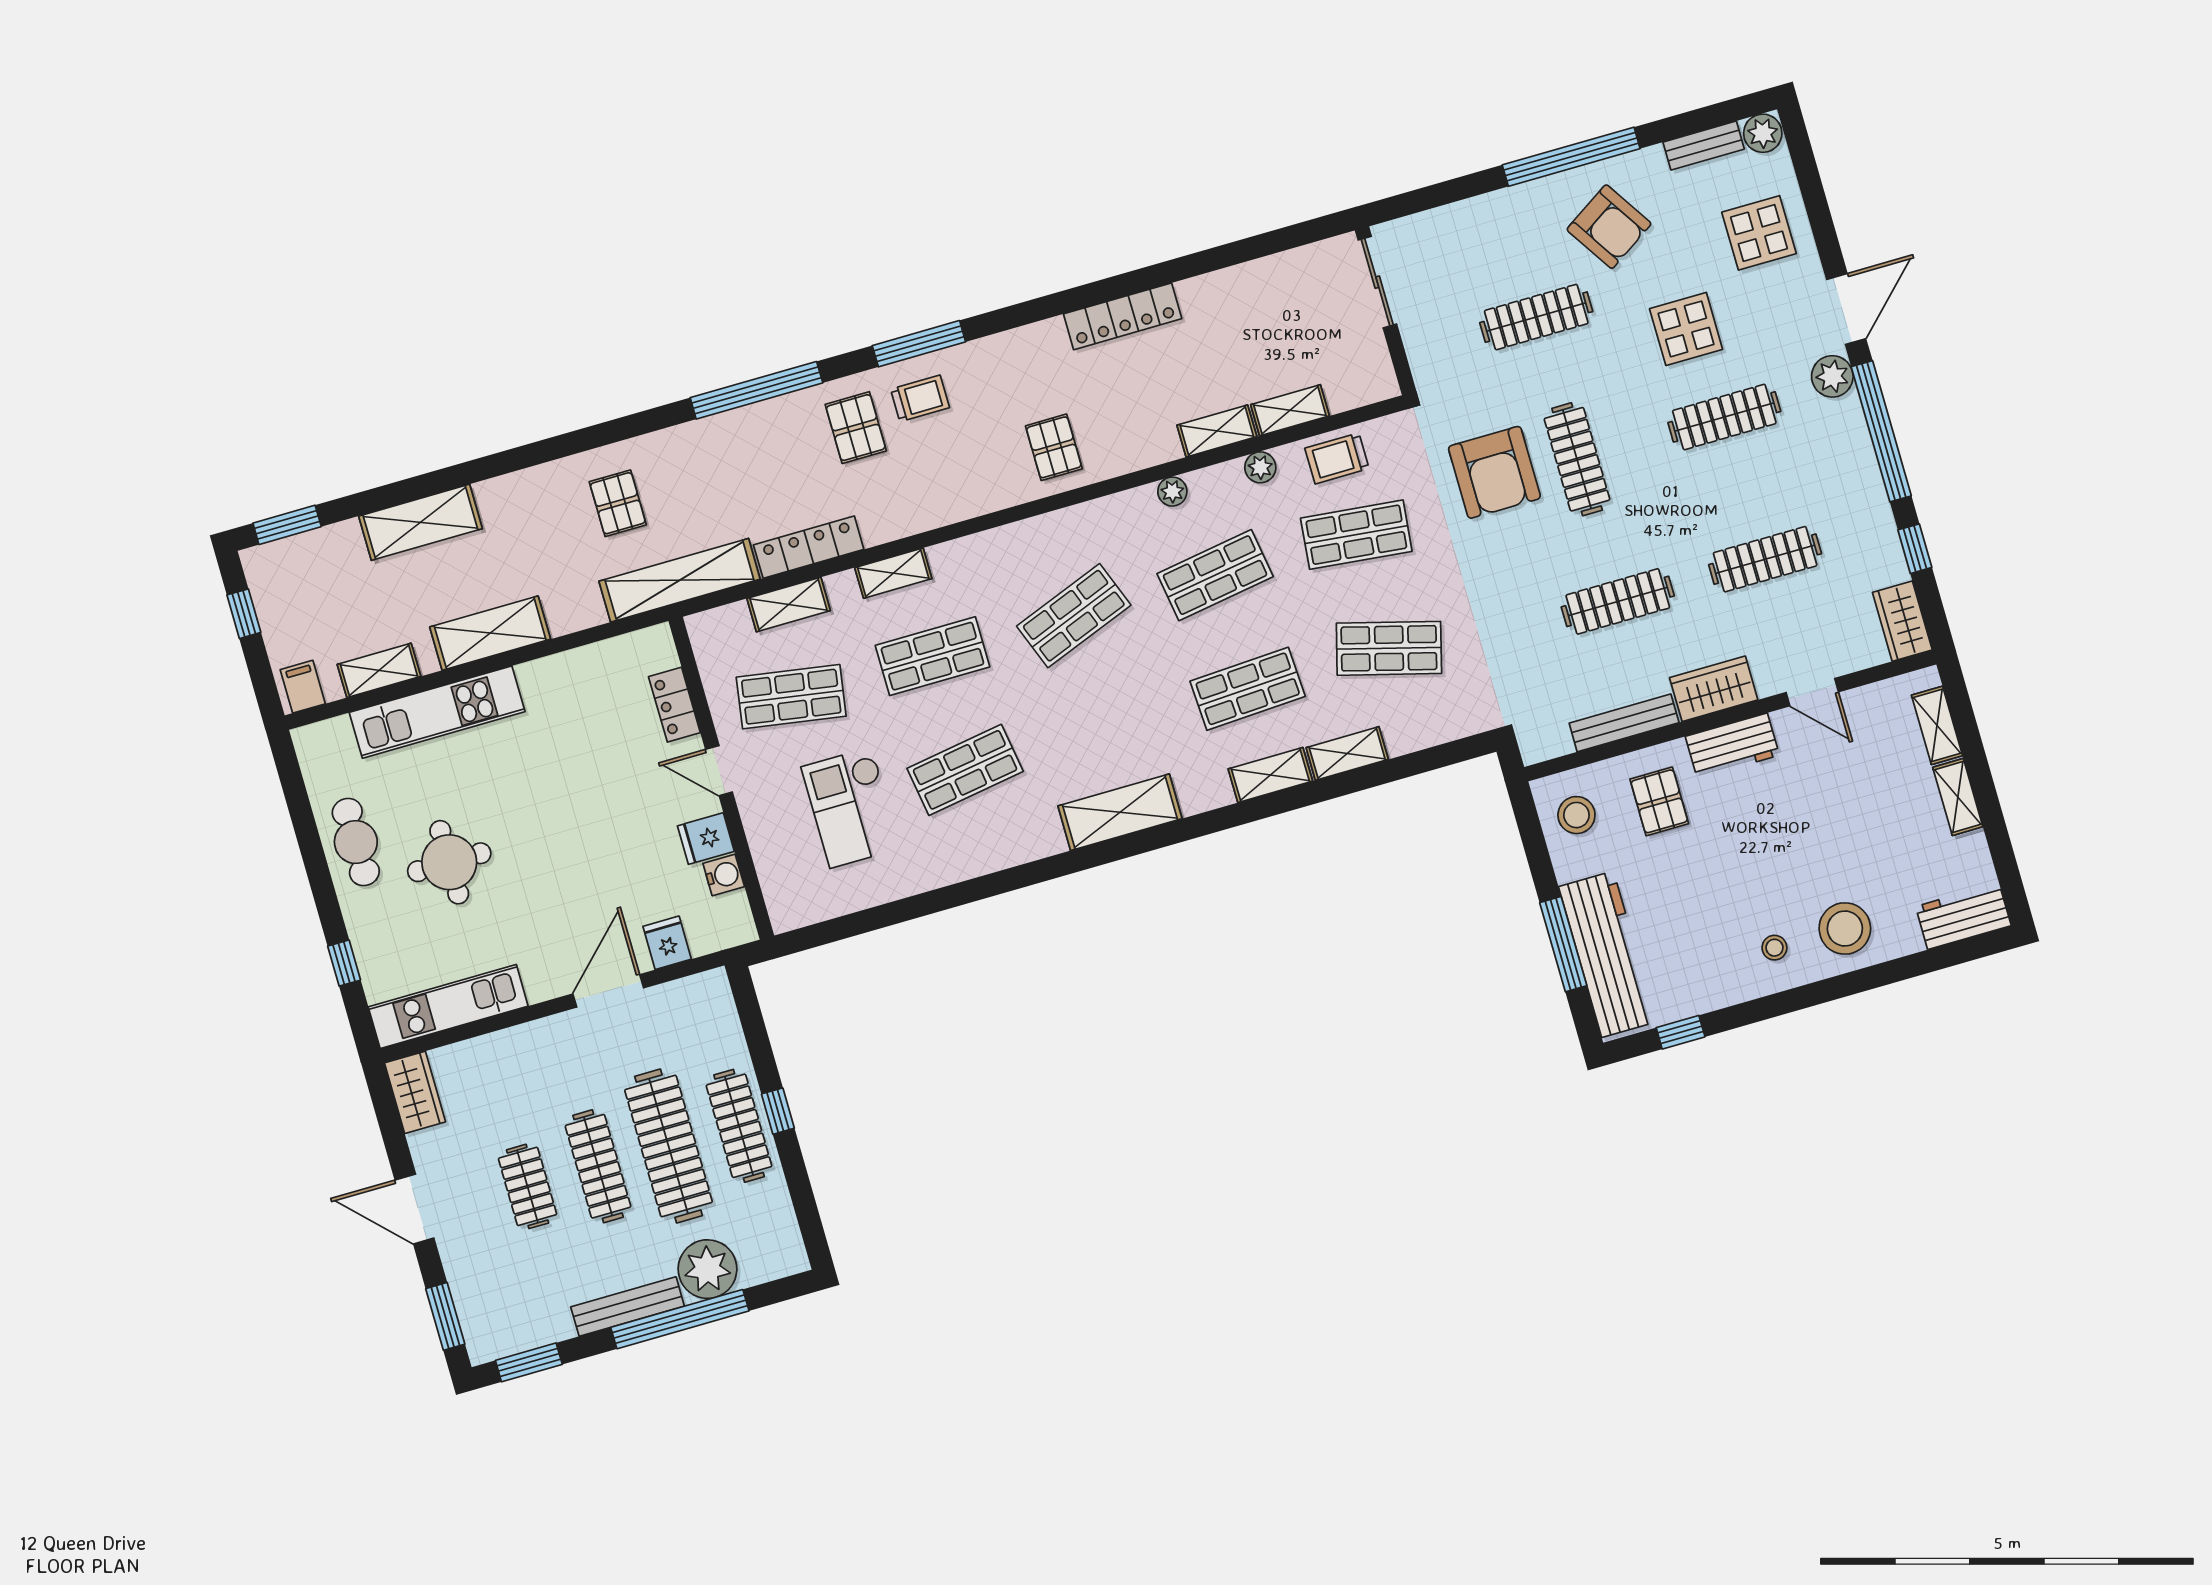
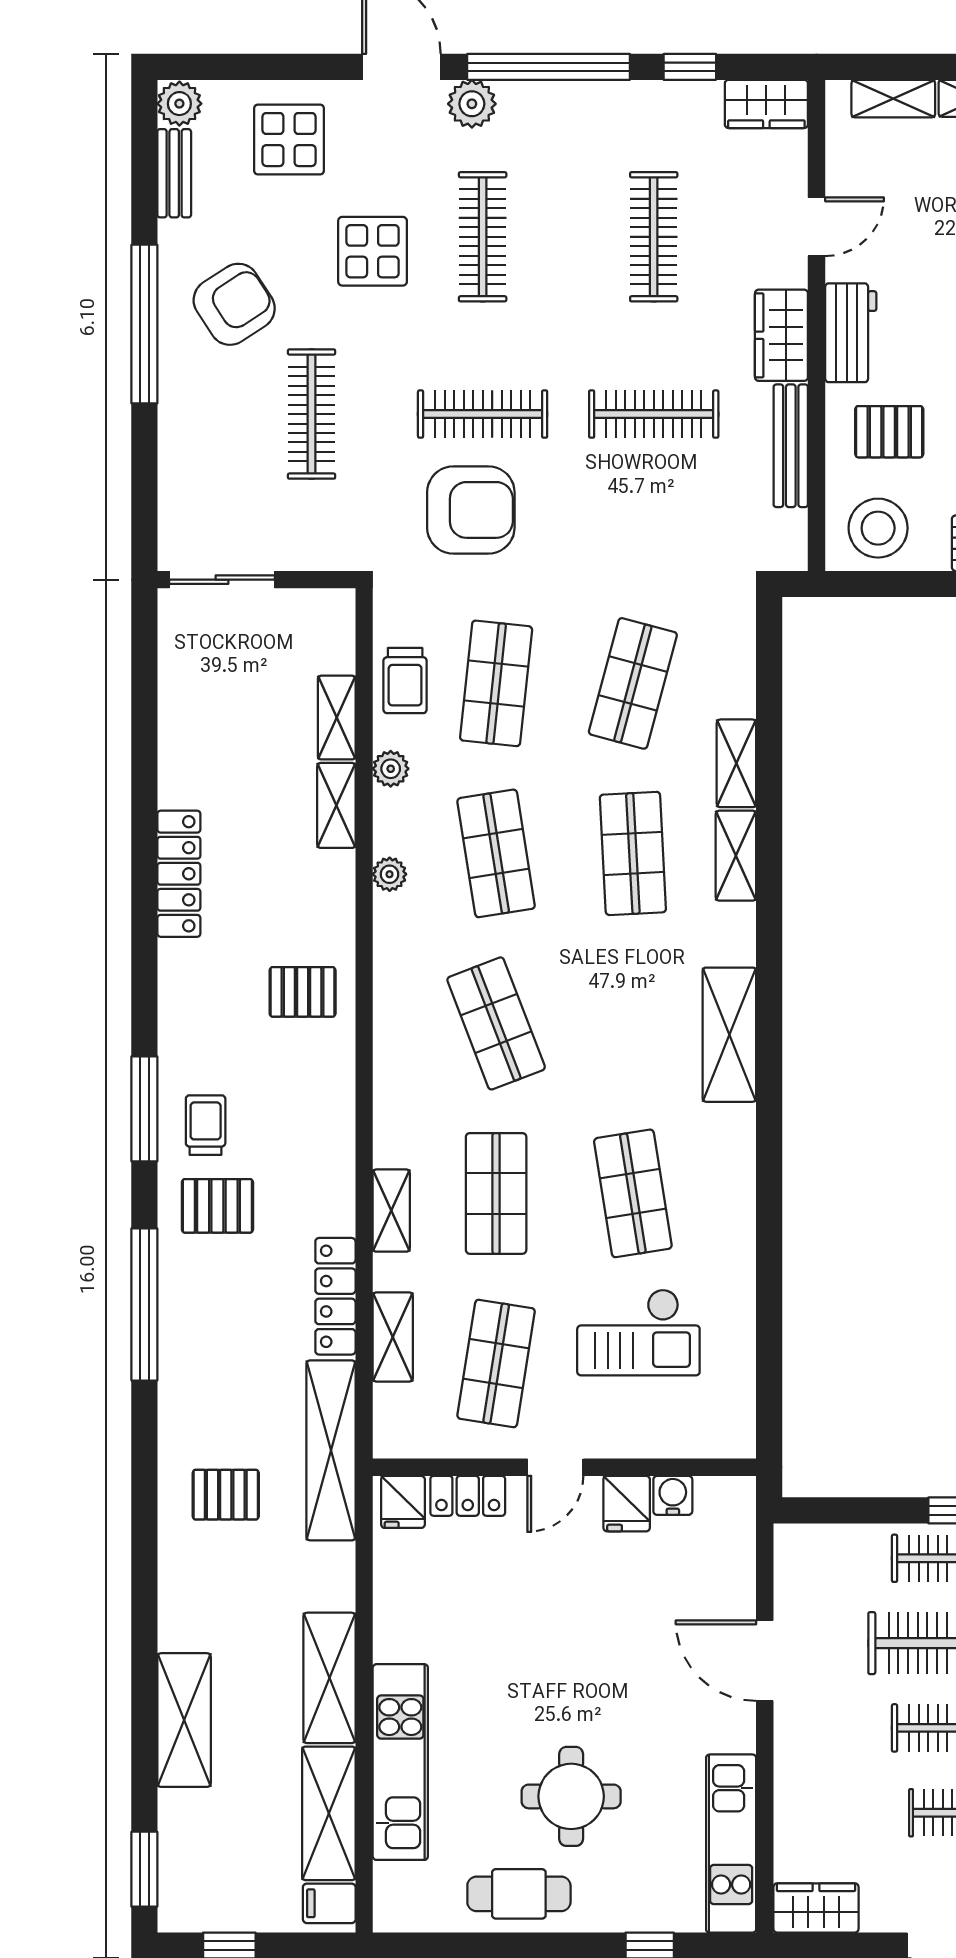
clothes rail: (1618, 601) -> (654, 414), turned 90
shelving: (379, 670) -> (329, 1813), width x1.50, depth x1.33
stool: (1576, 815) -> (878, 528), width x1.38, depth x1.38
fridge: (667, 943) -> (403, 1502), moved, turned -90

